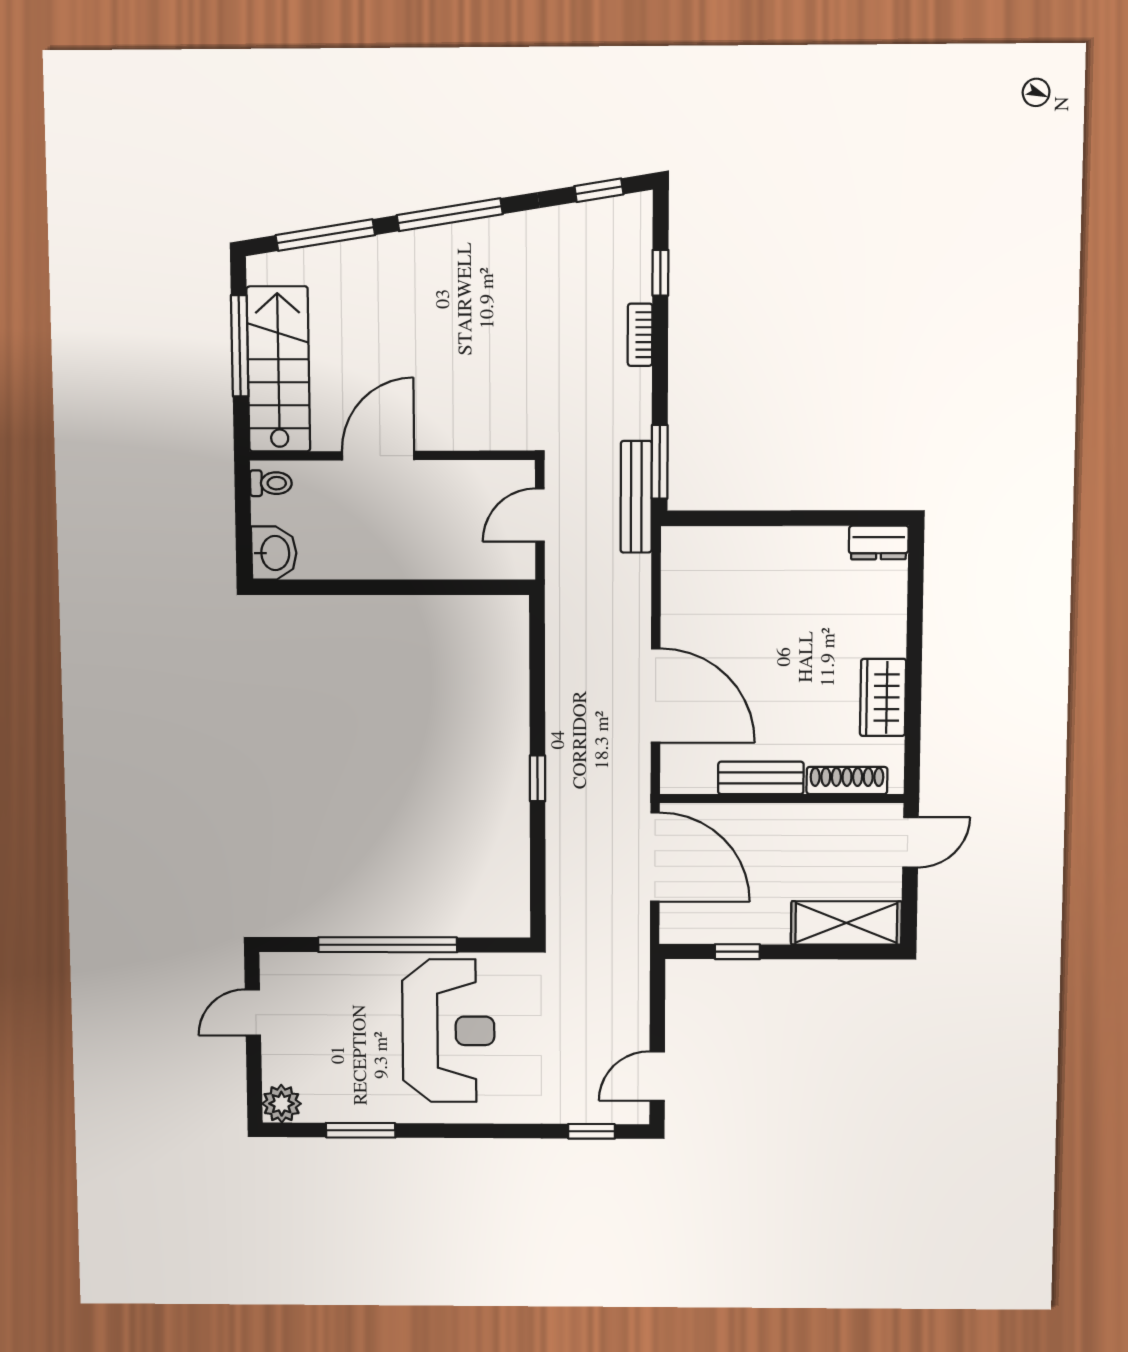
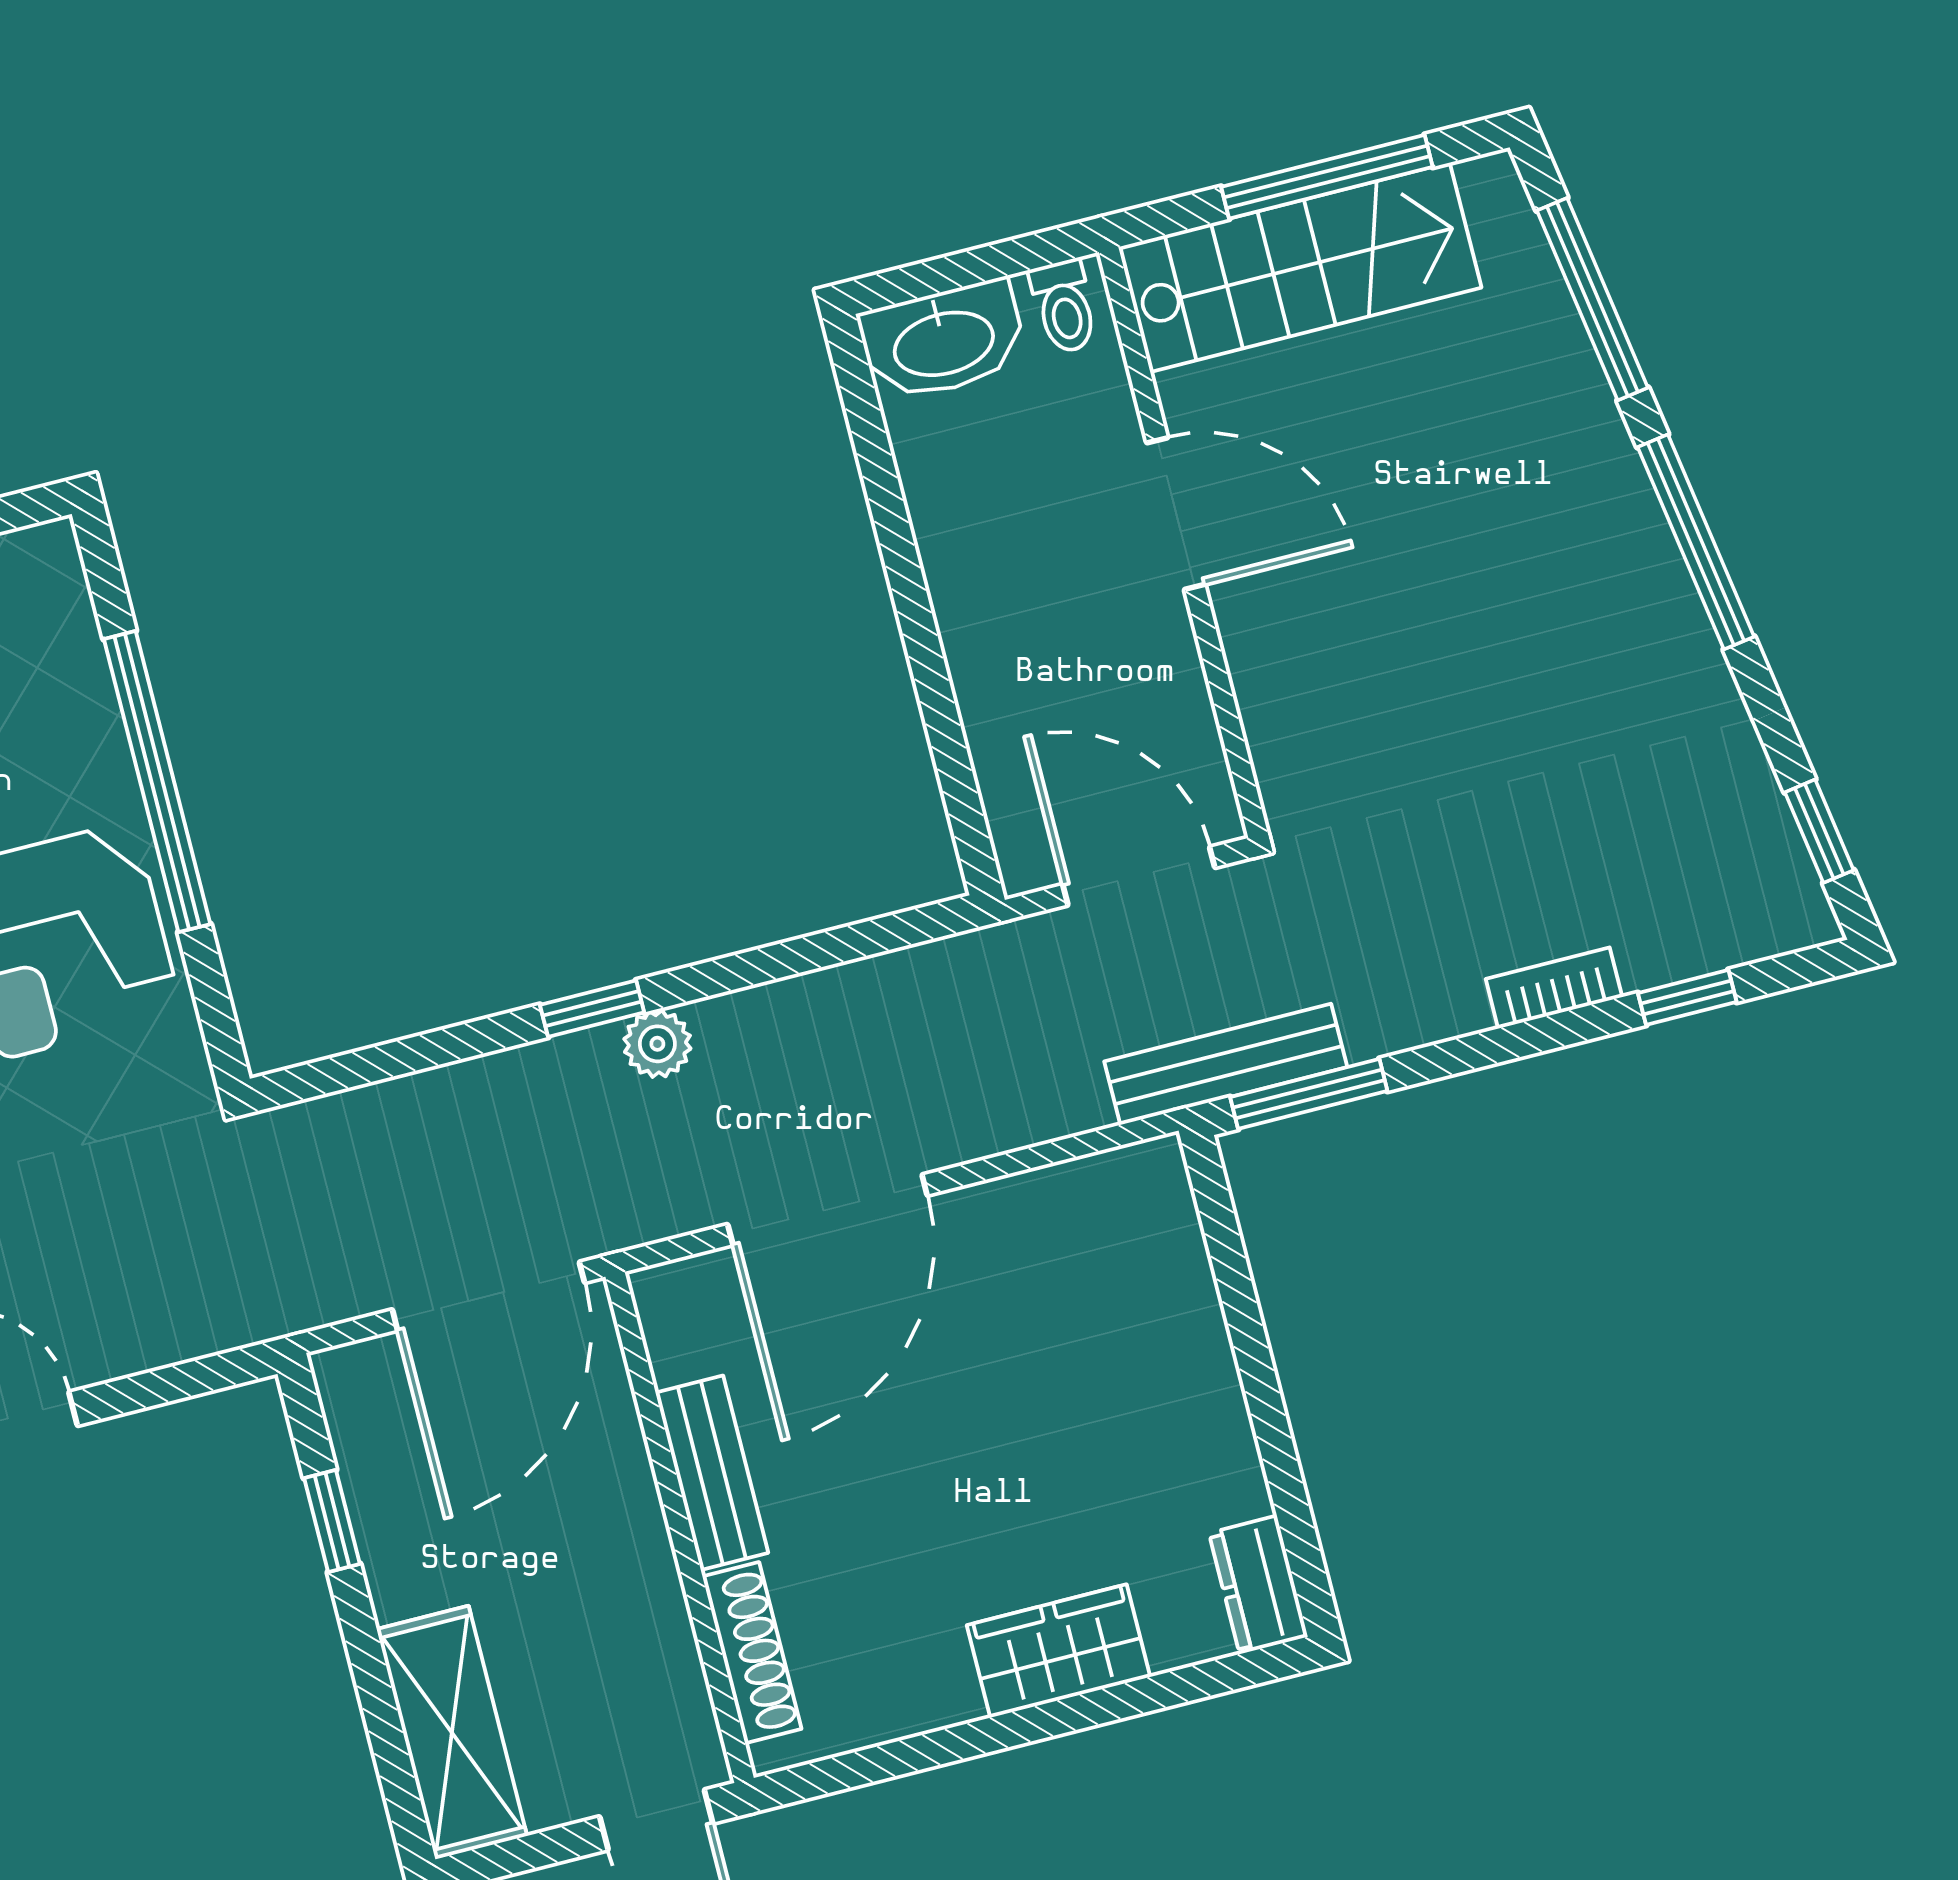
door: (540, 515) -> (1139, 876), width x1.38
washbasin: (274, 553) -> (943, 341), width x1.38
wardrobe: (883, 697) -> (1058, 1651), moved
plant: (561, 753) -> (657, 1044), added

